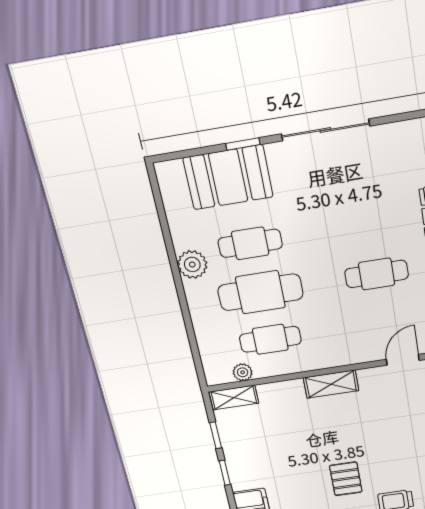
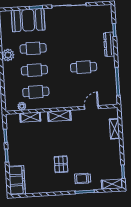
cafe table: (260, 292) -> (34, 70), width x0.73, depth x0.74
shelving: (234, 398) -> (30, 117), moved

